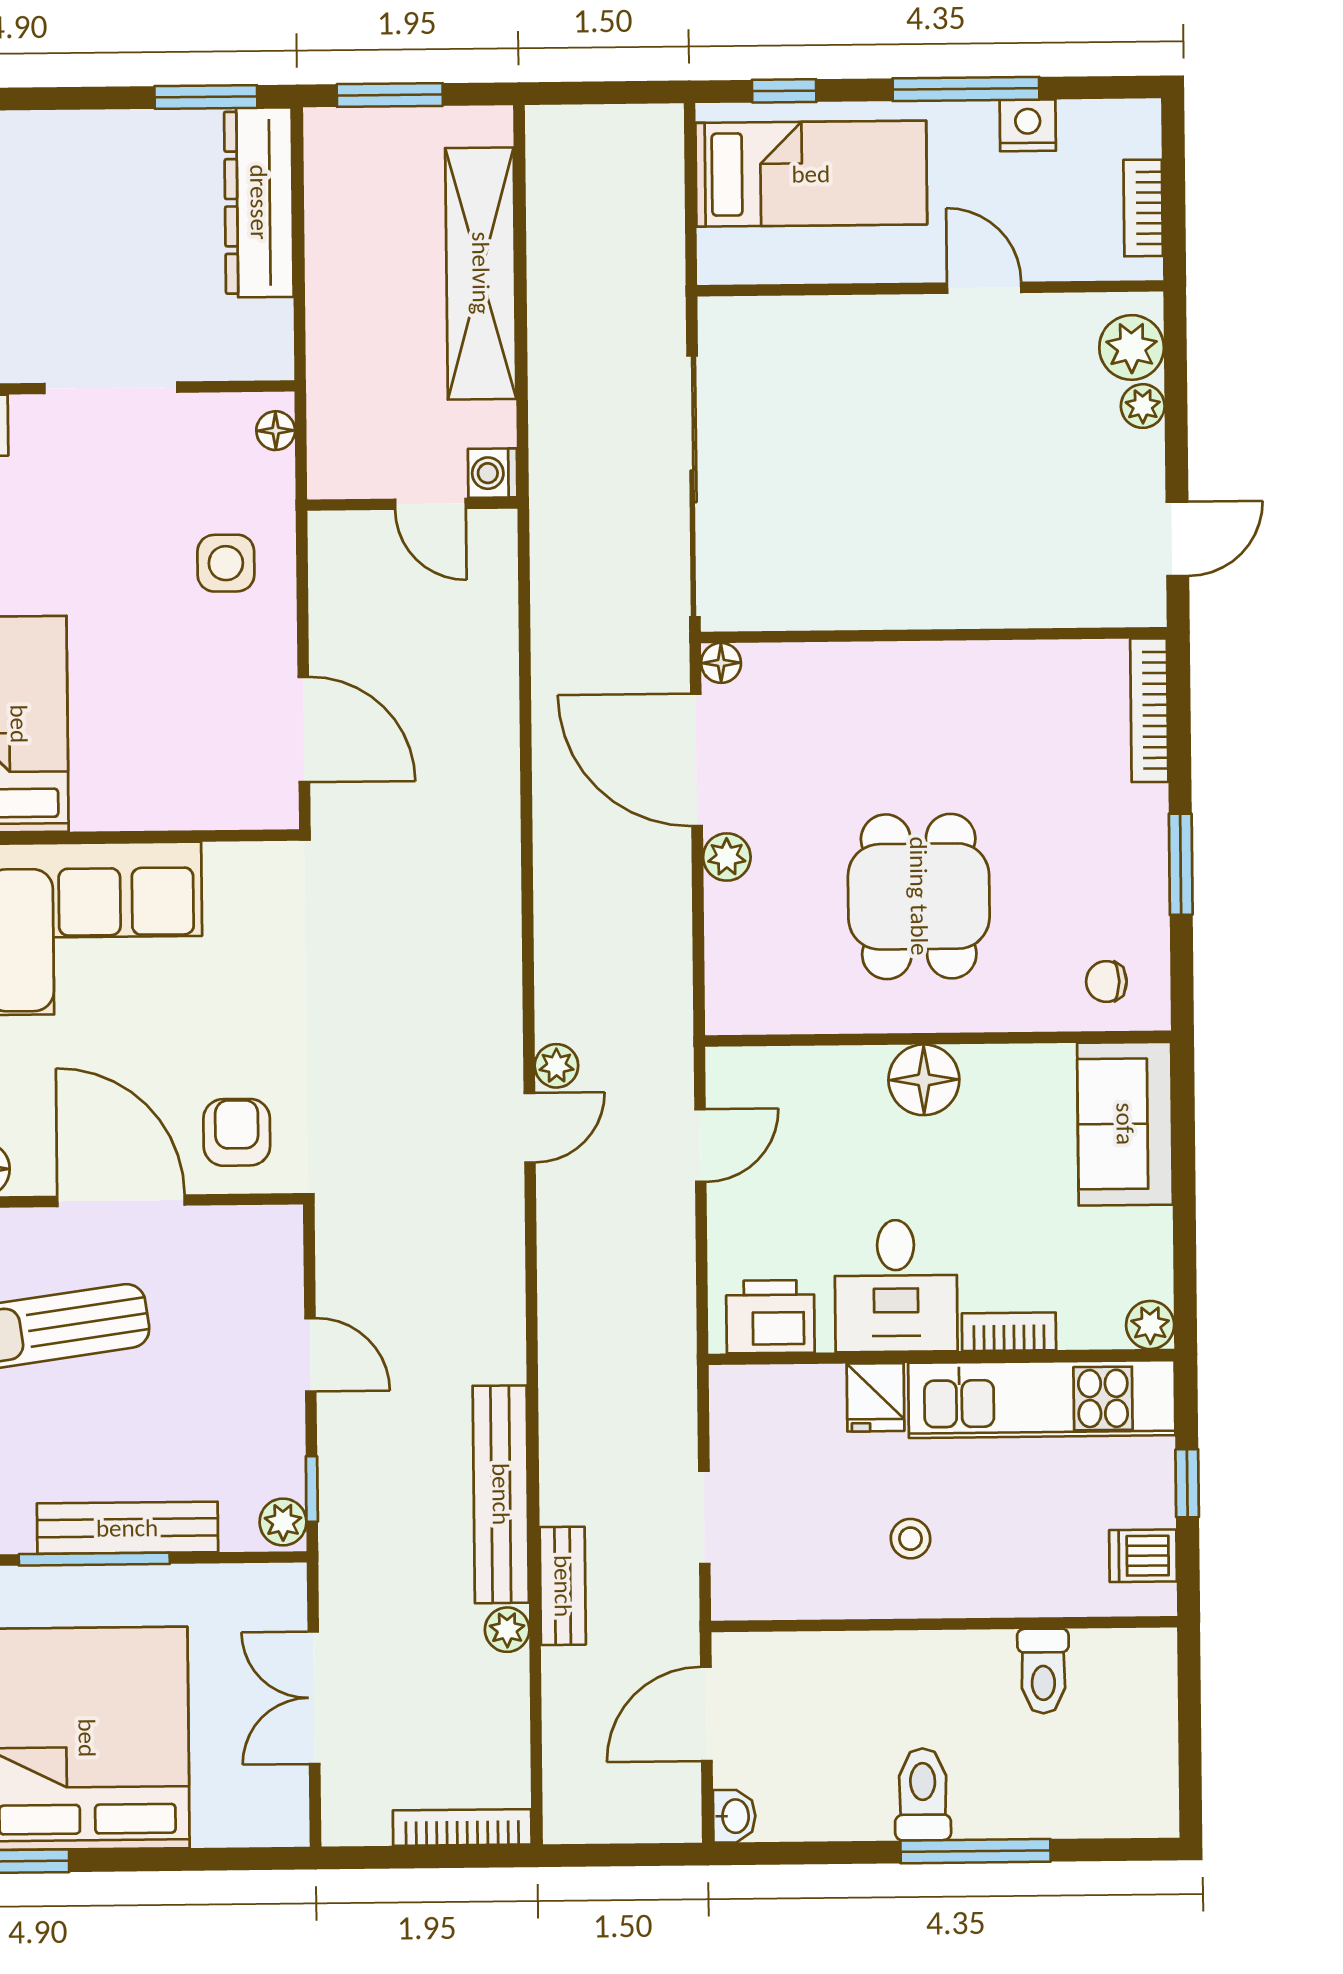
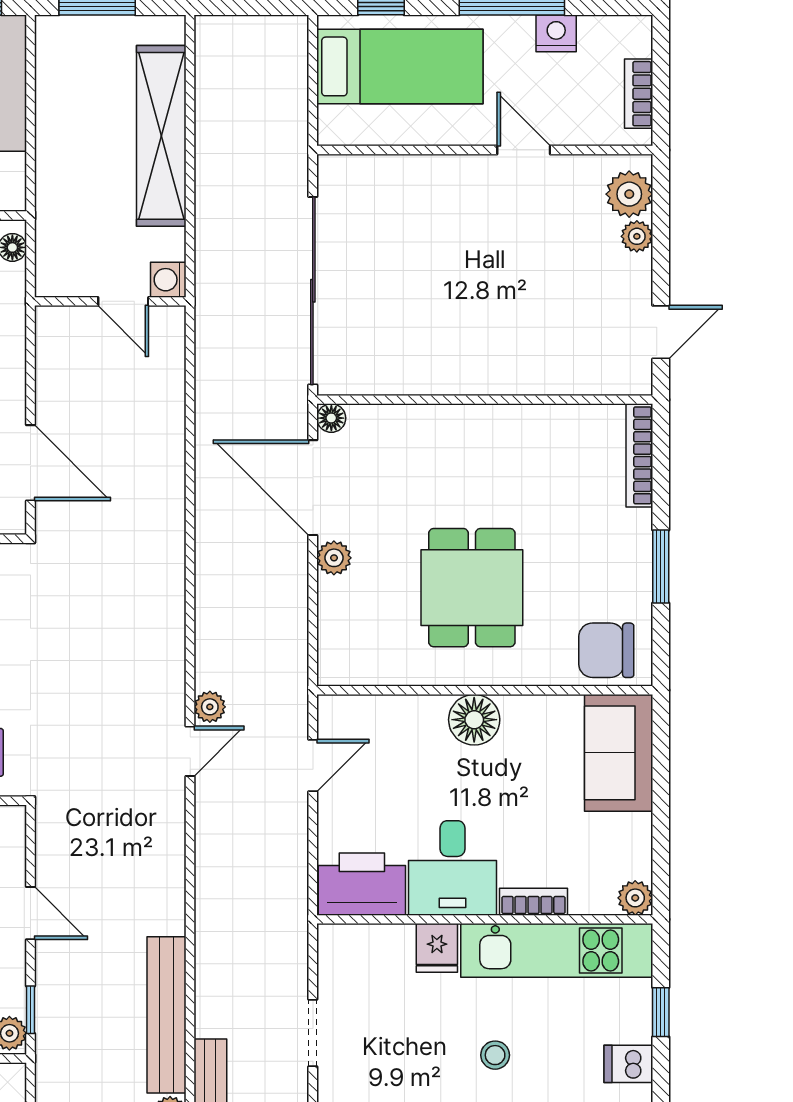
chair: (1106, 981) -> (606, 650), width x1.87, depth x1.87
printer: (770, 1317) -> (362, 884), width x1.37, depth x1.19
stool: (910, 1539) -> (495, 1055), moved

